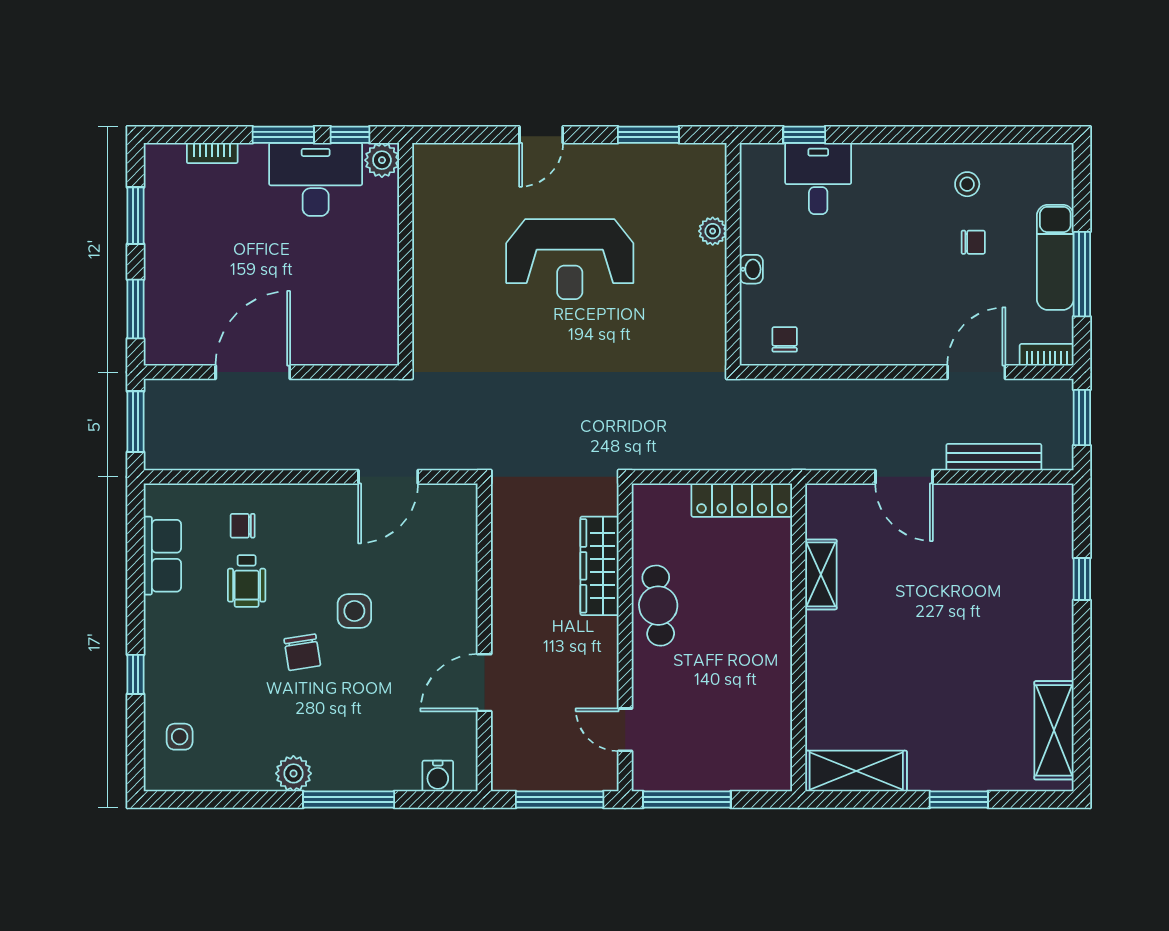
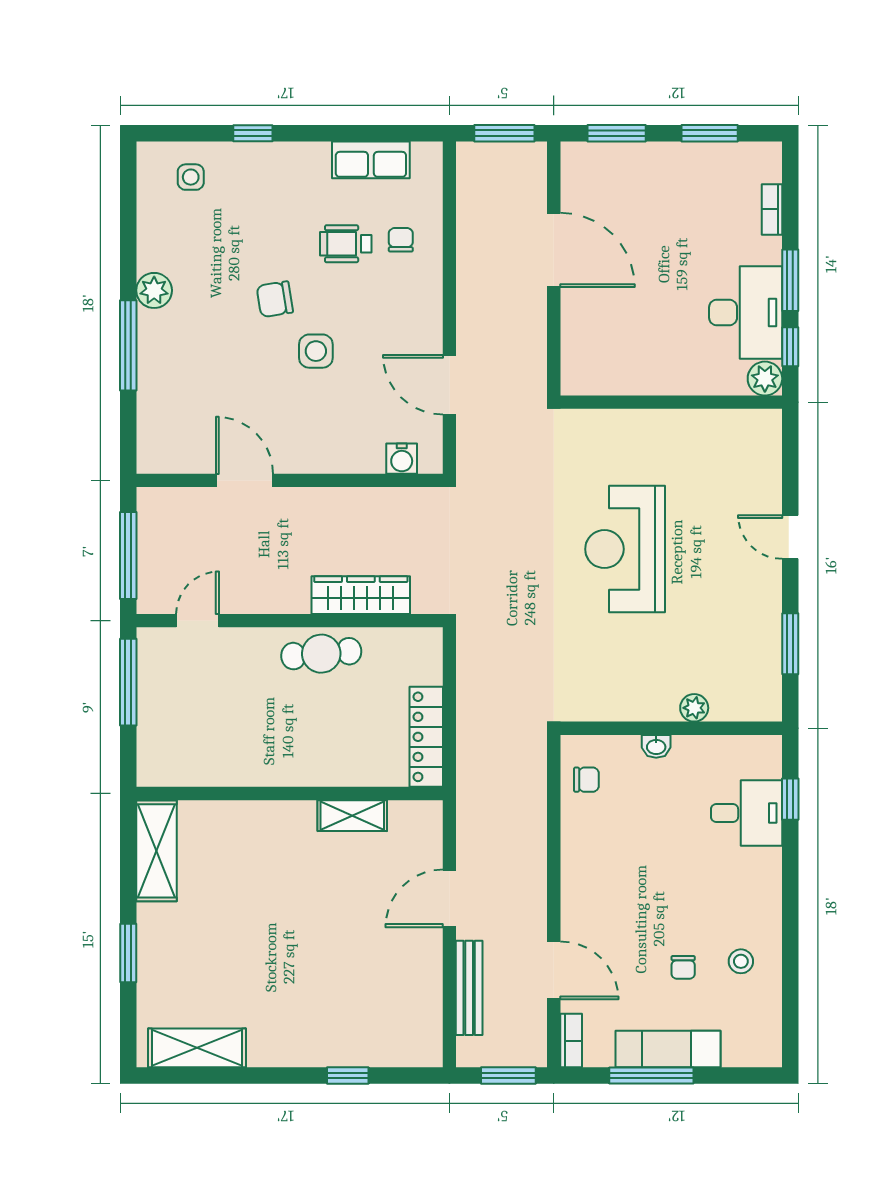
reception desk: (570, 259) -> (625, 549), moved
water cooler: (438, 776) -> (402, 459), moved, turned -90

